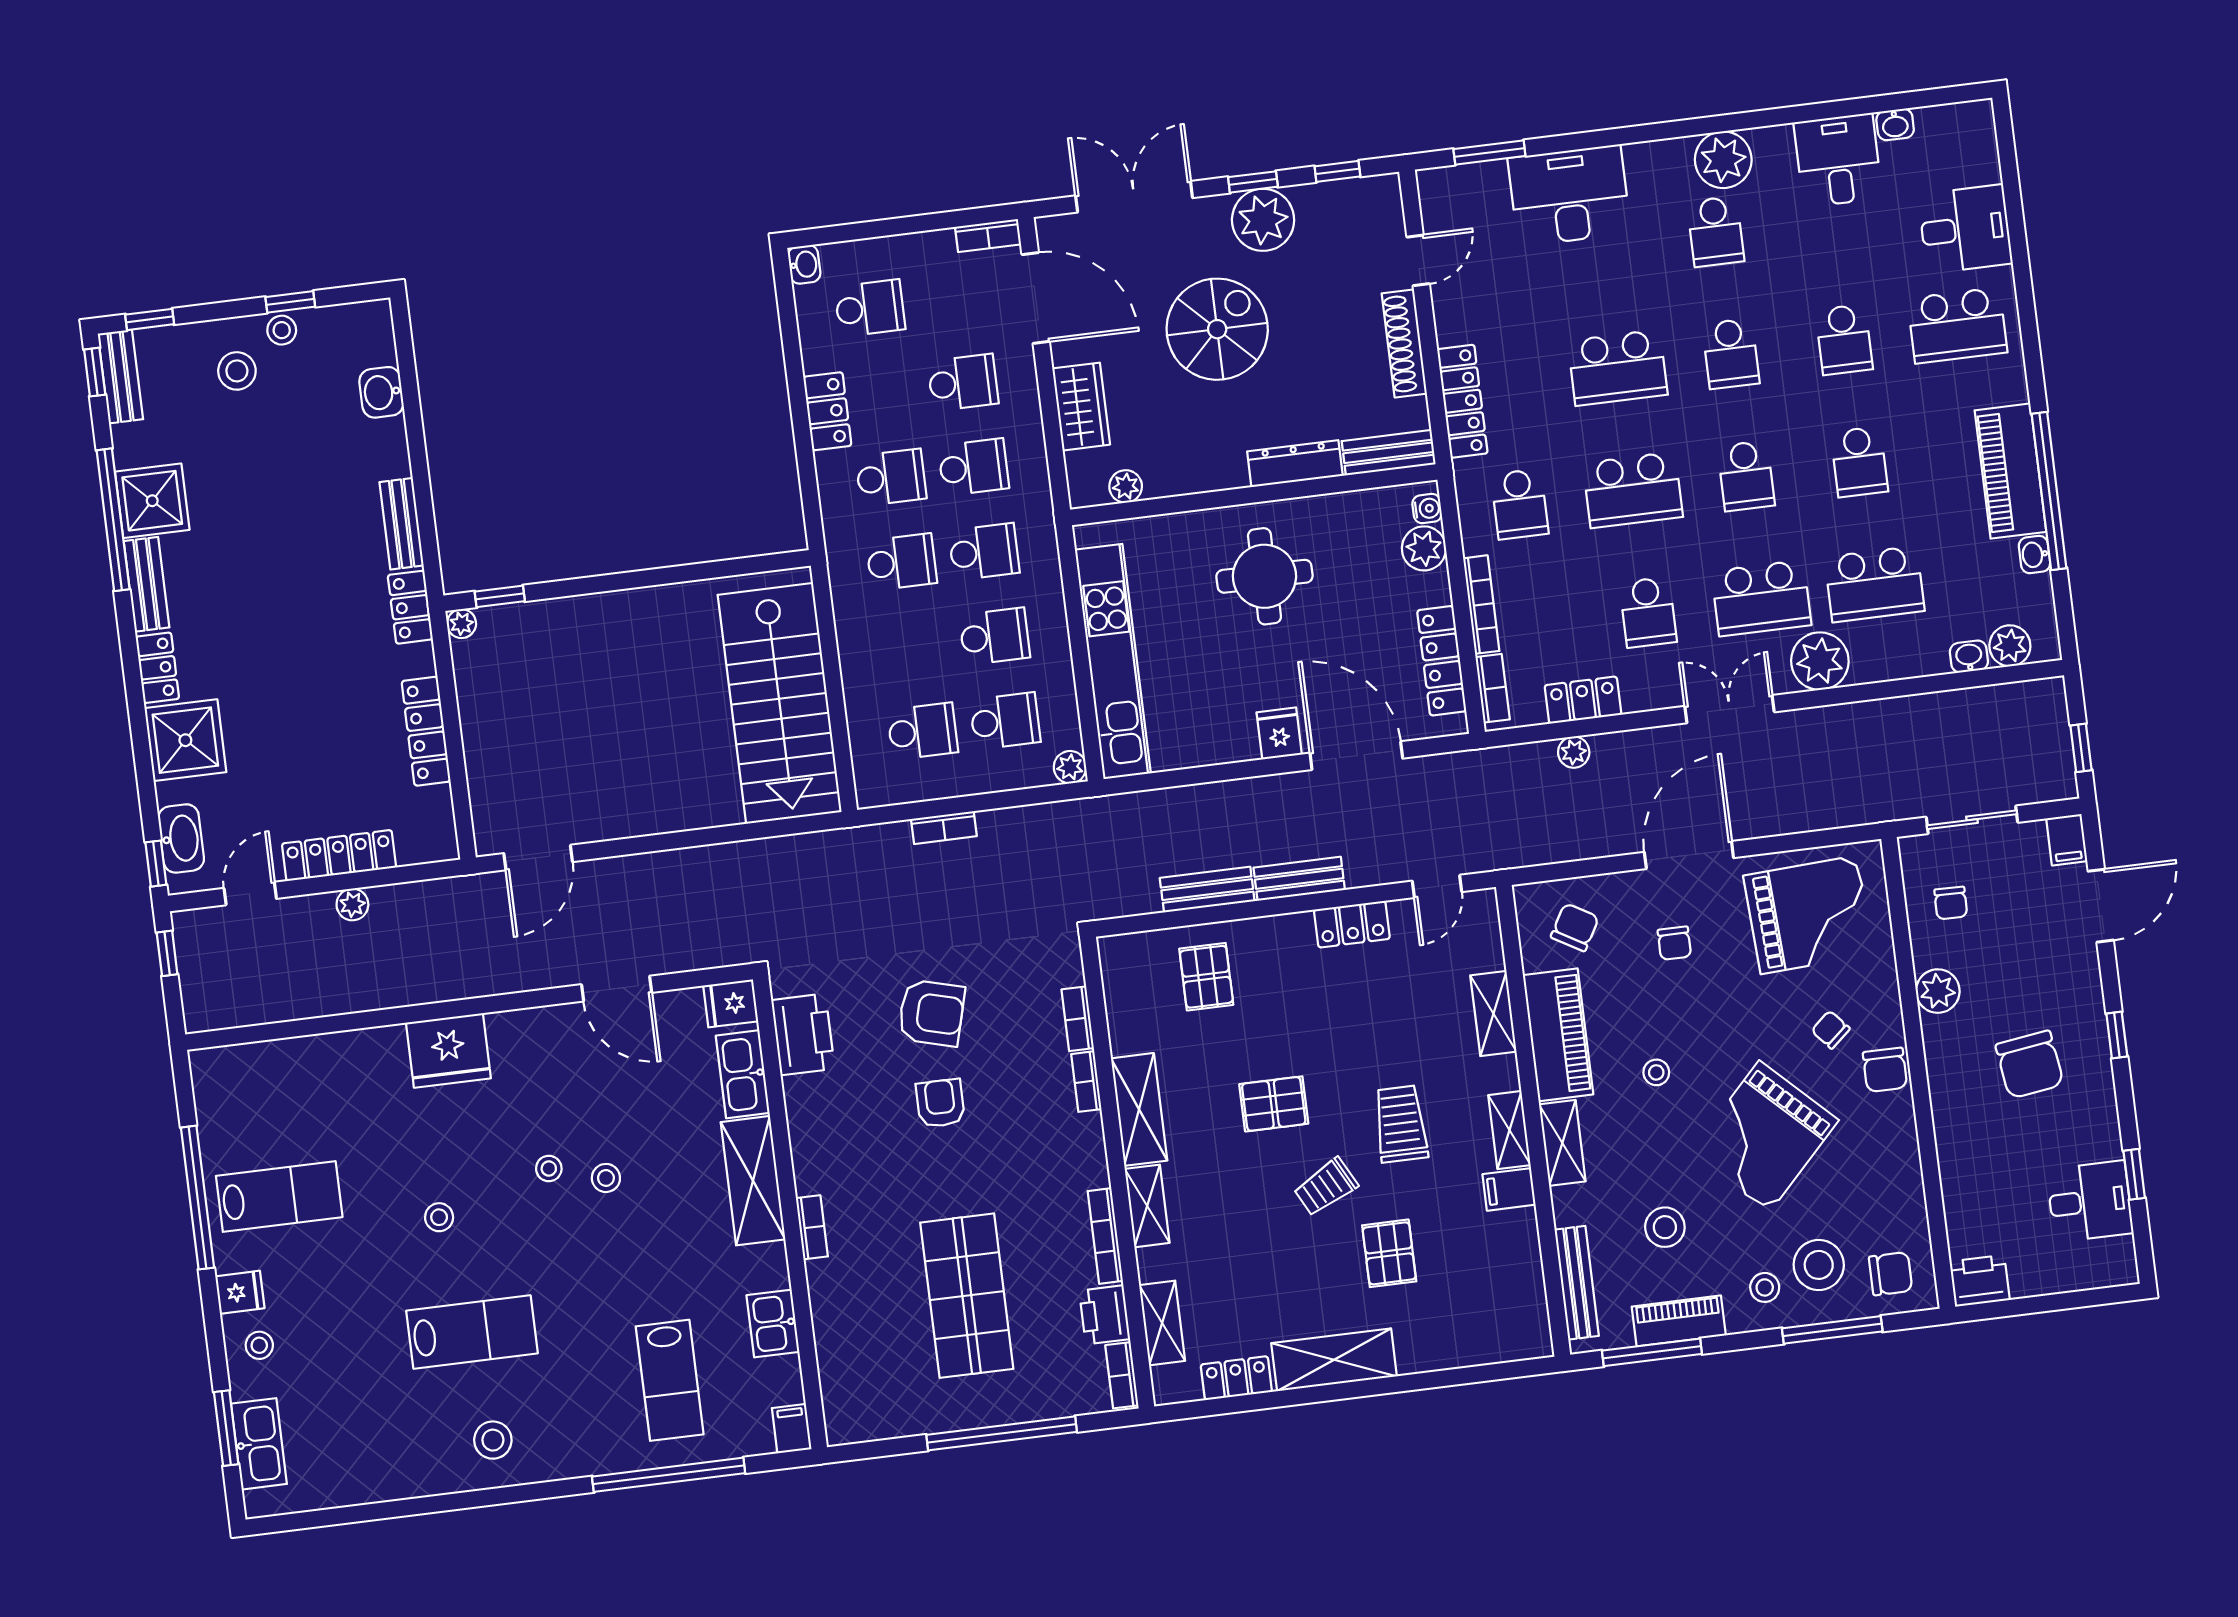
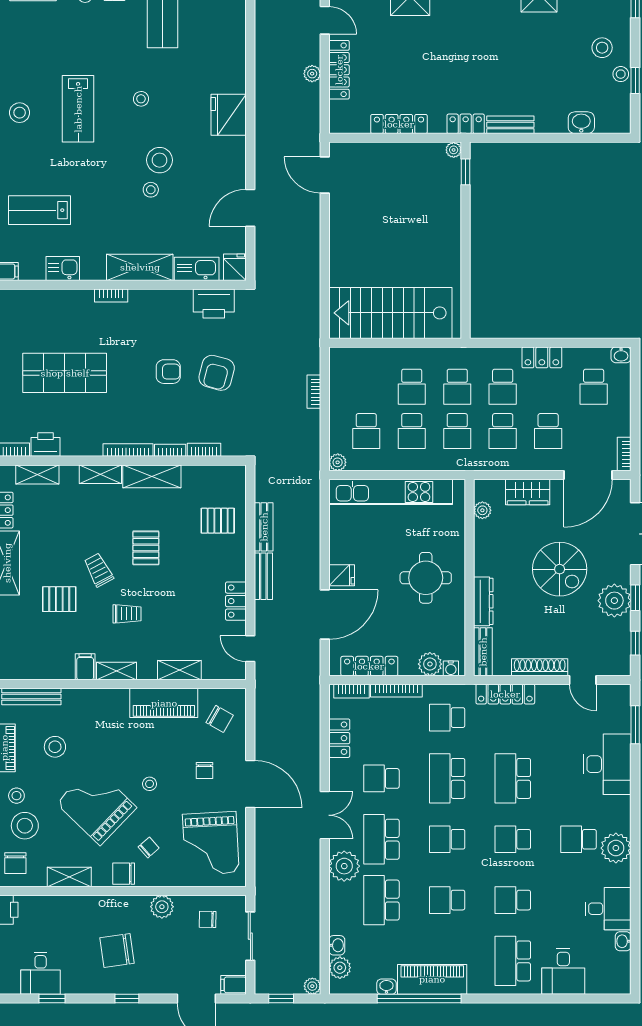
school desk: (923, 731) -> (412, 387), moved
plant: (1574, 752) -> (312, 986), moved
chair: (1674, 943) -> (205, 771), turned -90
stool: (1656, 1072) -> (150, 784), moved
trolley: (1401, 1124) -> (127, 614), width x0.73, depth x0.72
shelving: (1562, 1143) -> (69, 877), moved
stool: (549, 1169) -> (160, 160), width x1.89, depth x1.89
bookcase: (1105, 1236) -> (128, 450), moved

